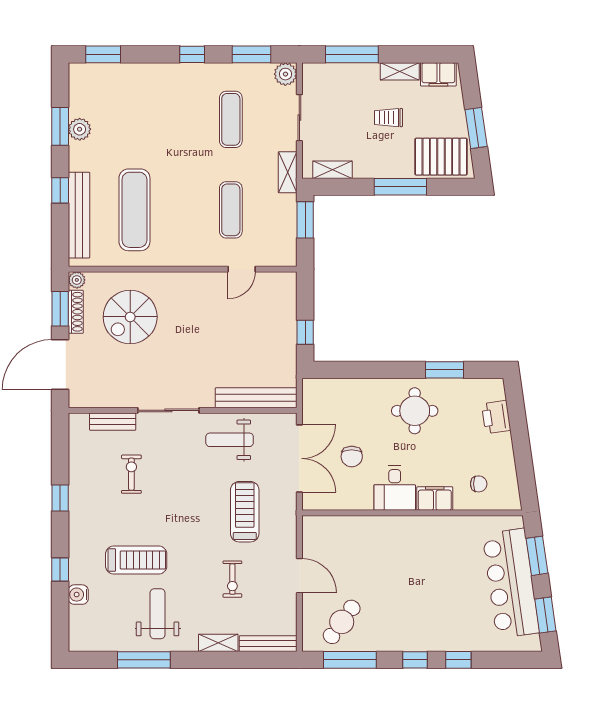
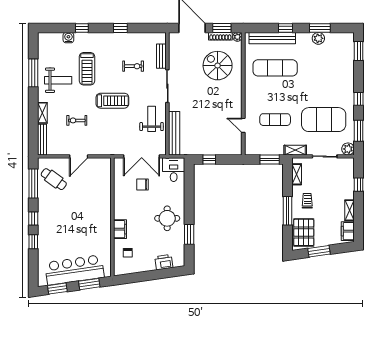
window: (352, 54) -> (359, 185), width x0.46
trolley: (388, 118) -> (307, 201), moved
exercise mat: (231, 119) -> (324, 120), width x2.00, depth x1.45
desk: (395, 488) -> (174, 170), moved, turned 90
treadmill: (245, 512) -> (112, 101), moved

